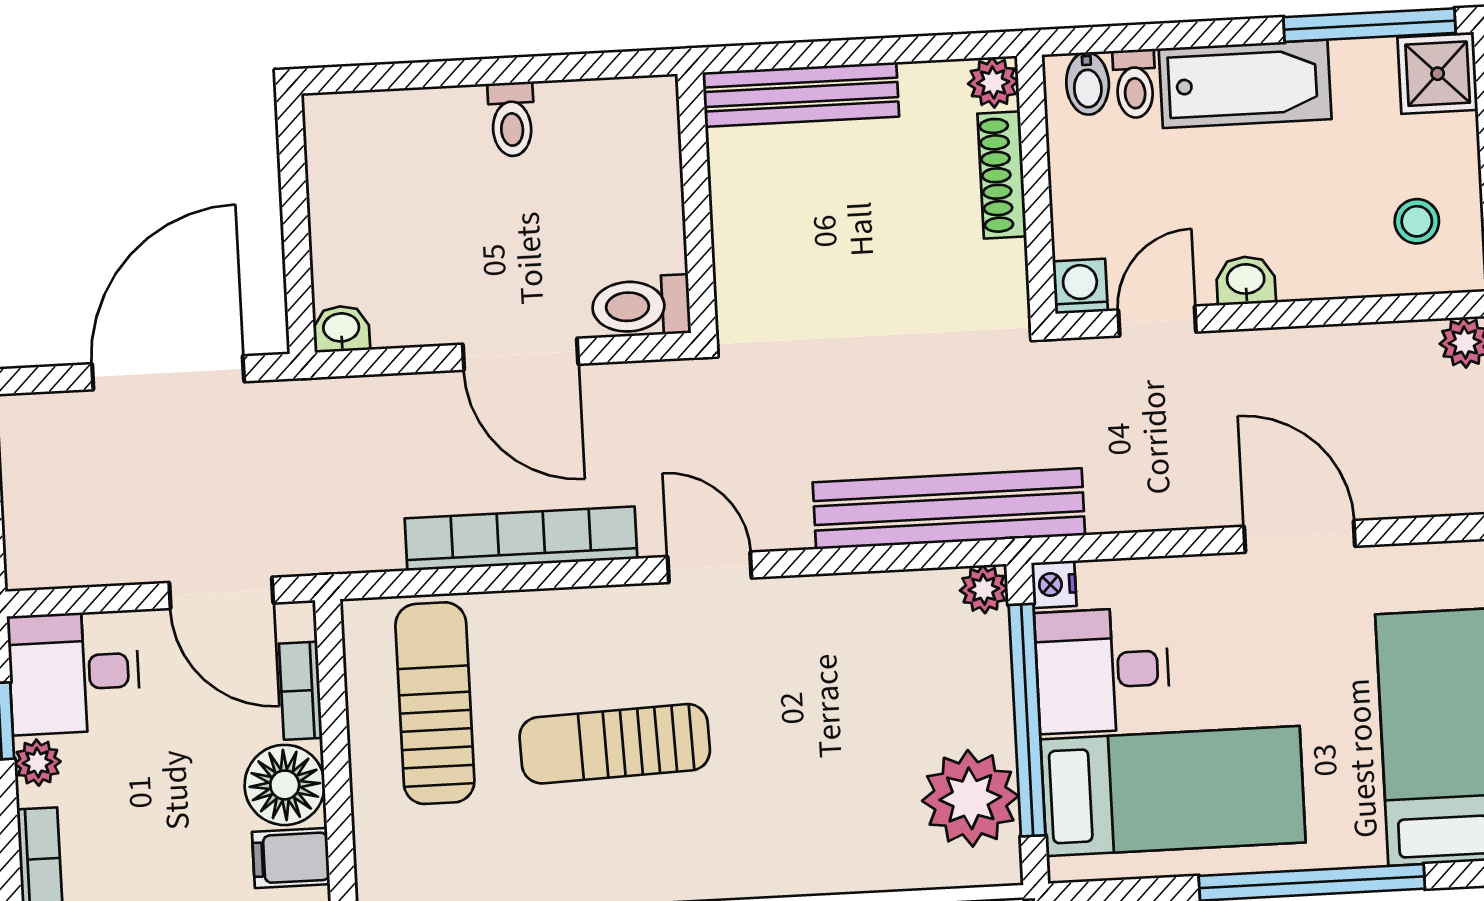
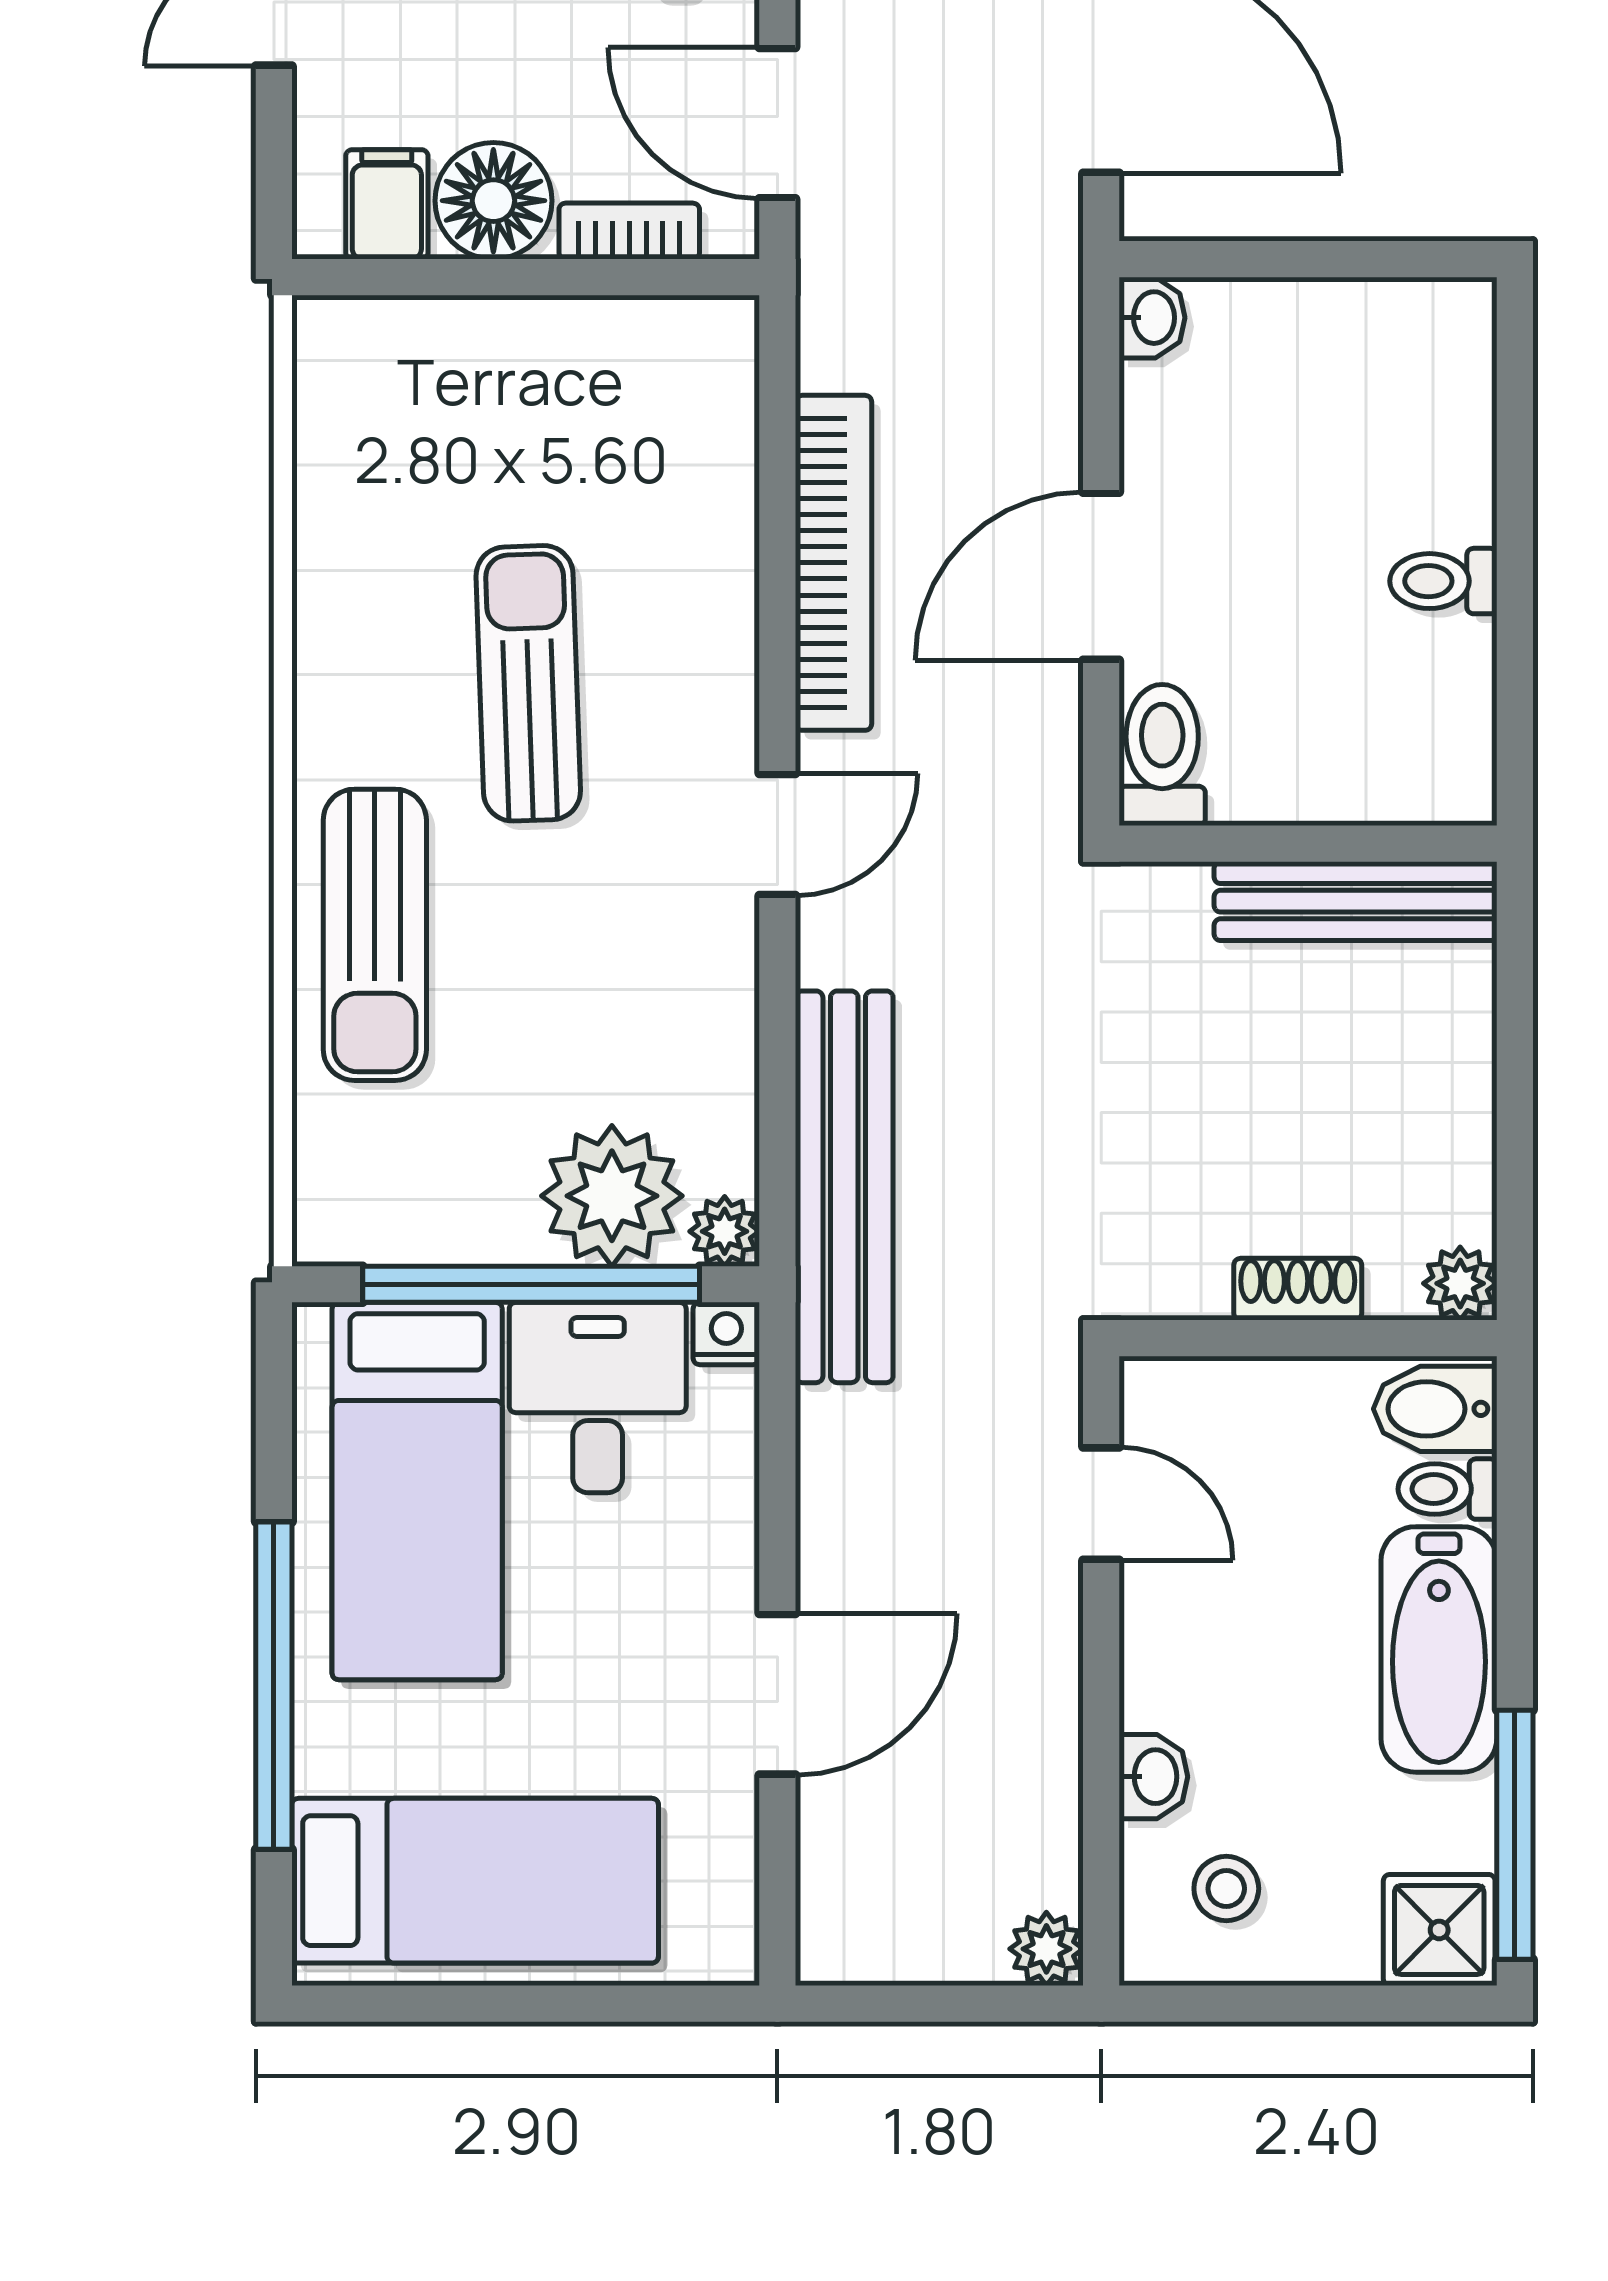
bidet: (1088, 84) -> (1435, 1409), width x1.38, depth x1.36
bench: (801, 95) -> (1356, 901), moved, turned 90
shoe rack: (1002, 175) -> (1298, 1289), width x0.70
washbasin: (1246, 280) -> (1153, 1777), moved
washing machine: (1080, 286) -> (1157, 1394), removed
door: (221, 593) -> (777, 123), hinge flipped
sun lounger: (435, 703) -> (375, 935), moved, turned 90
plant: (970, 798) -> (612, 1196), moved

